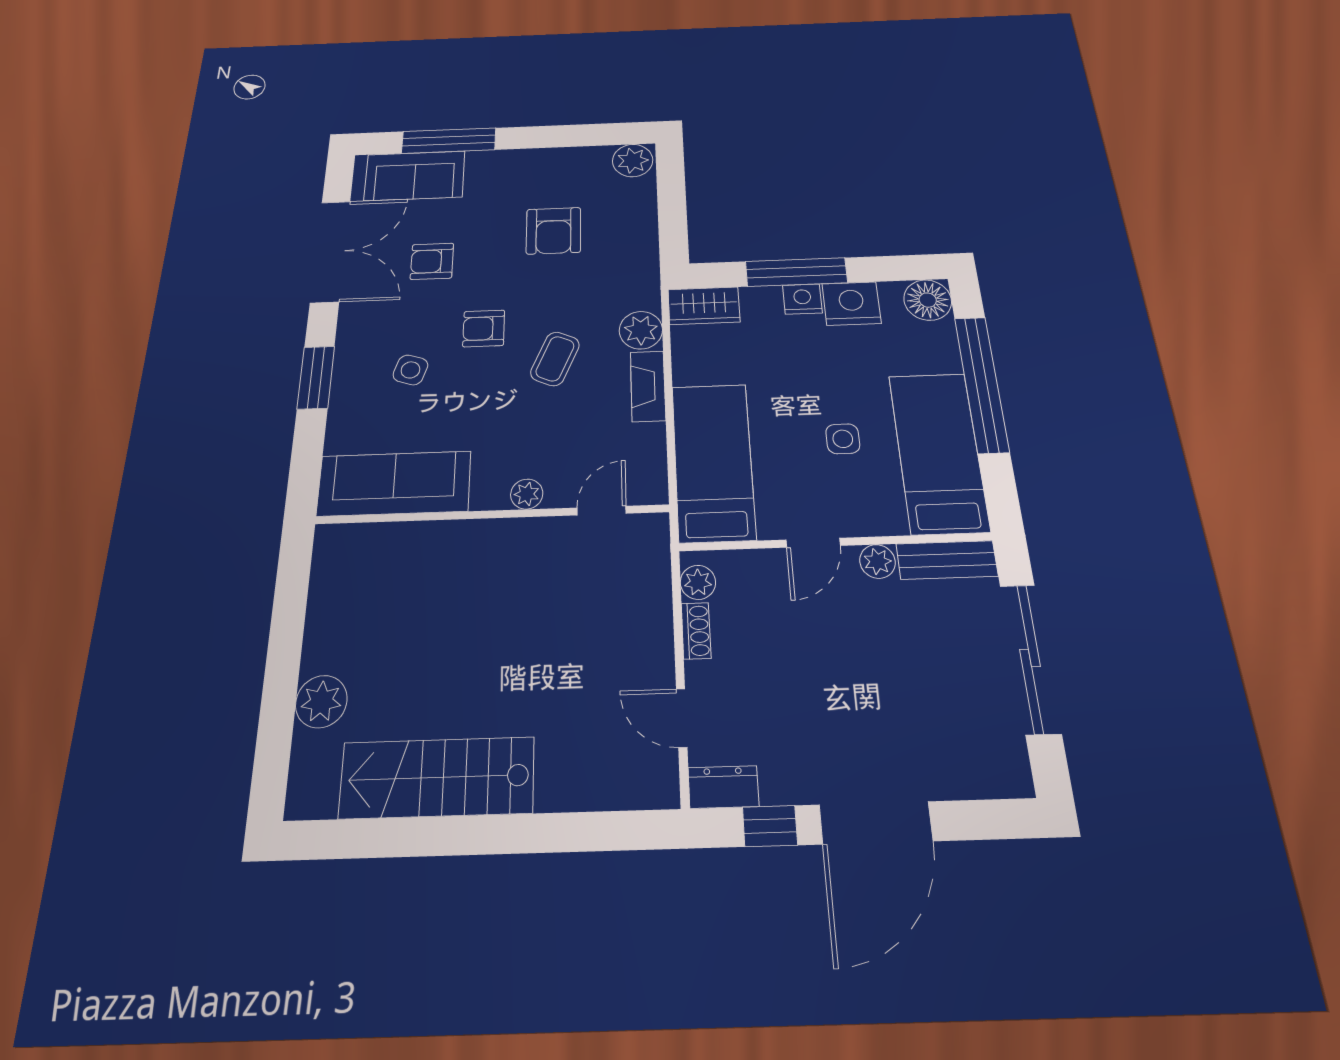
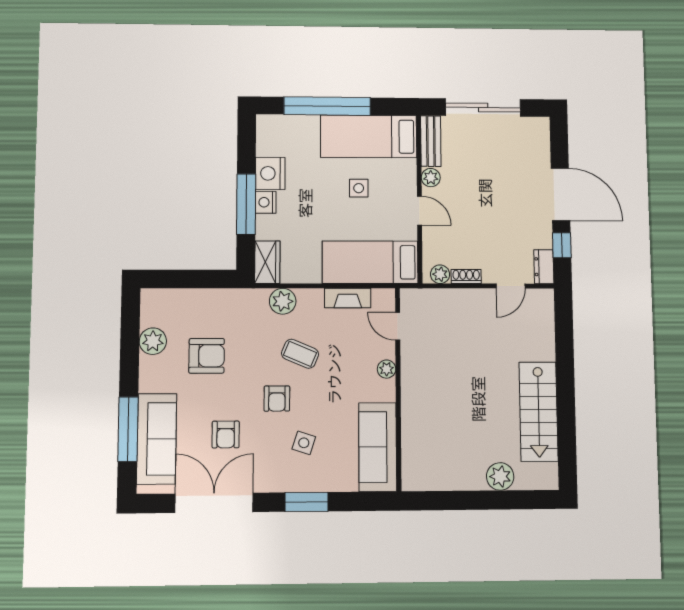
plant: (633, 161) -> (153, 341), moved
sofa: (415, 176) -> (157, 439), width x1.36
floor lamp: (928, 300) -> (270, 128), removed
fireplace: (648, 386) -> (348, 298), moved

